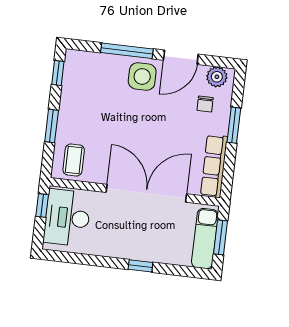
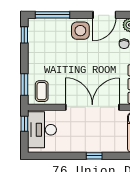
window: (127, 51) -> (52, 15), moved
window: (52, 126) -> (24, 84), moved

